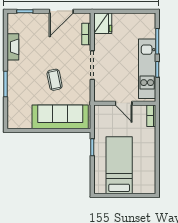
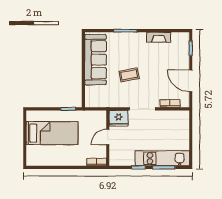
fridge: (103, 23) -> (119, 118), moved
kitchen unit: (147, 69) -> (162, 158), moved
sofa: (60, 117) -> (96, 60), moved

